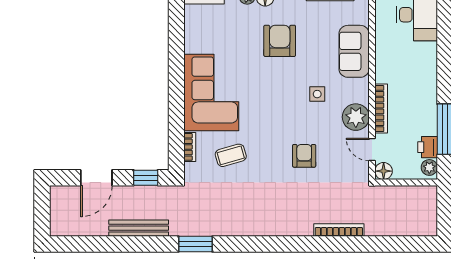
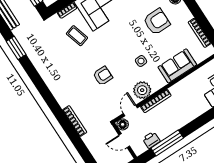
plant: (429, 167) -> (141, 148), removed
door: (406, 183) -> (124, 141), added

